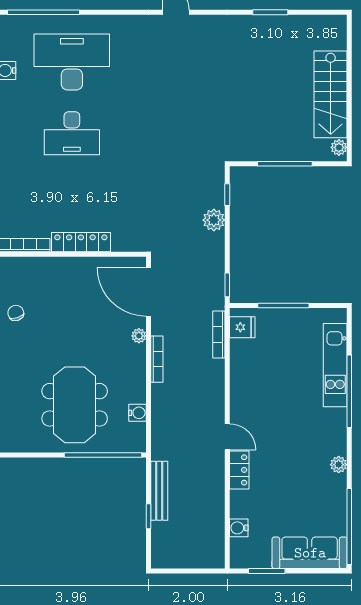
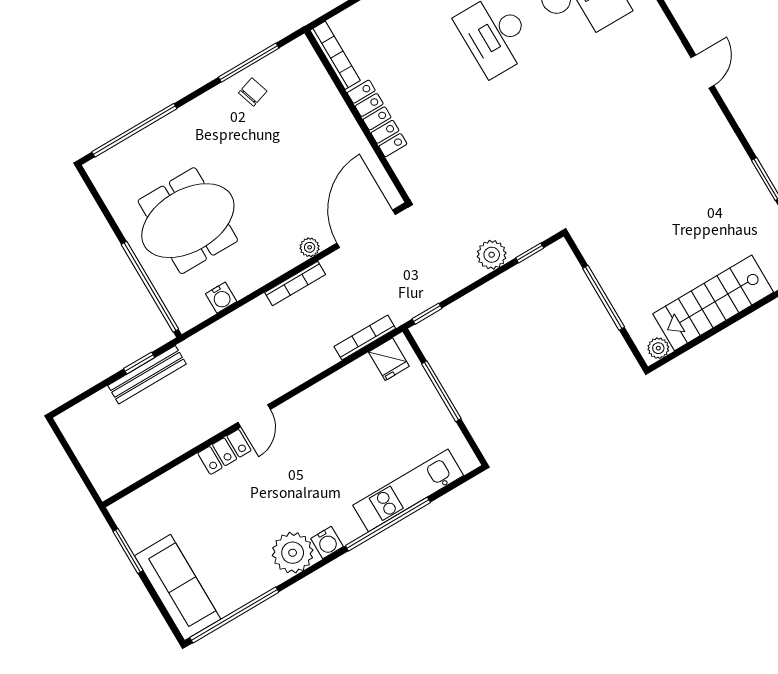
plant: (339, 465) -> (293, 553), width x1.87, depth x1.87
window: (149, 516) -> (139, 363), moved
water cooler: (239, 528) -> (327, 543), moved, turned 180

